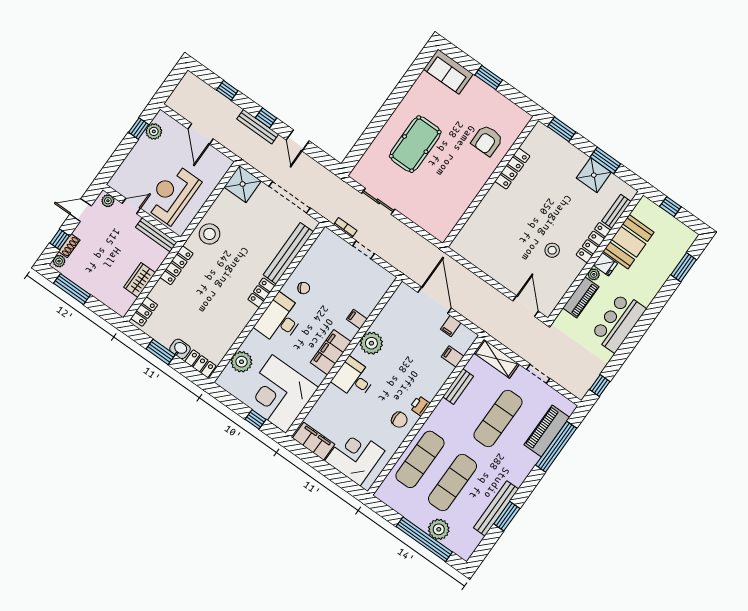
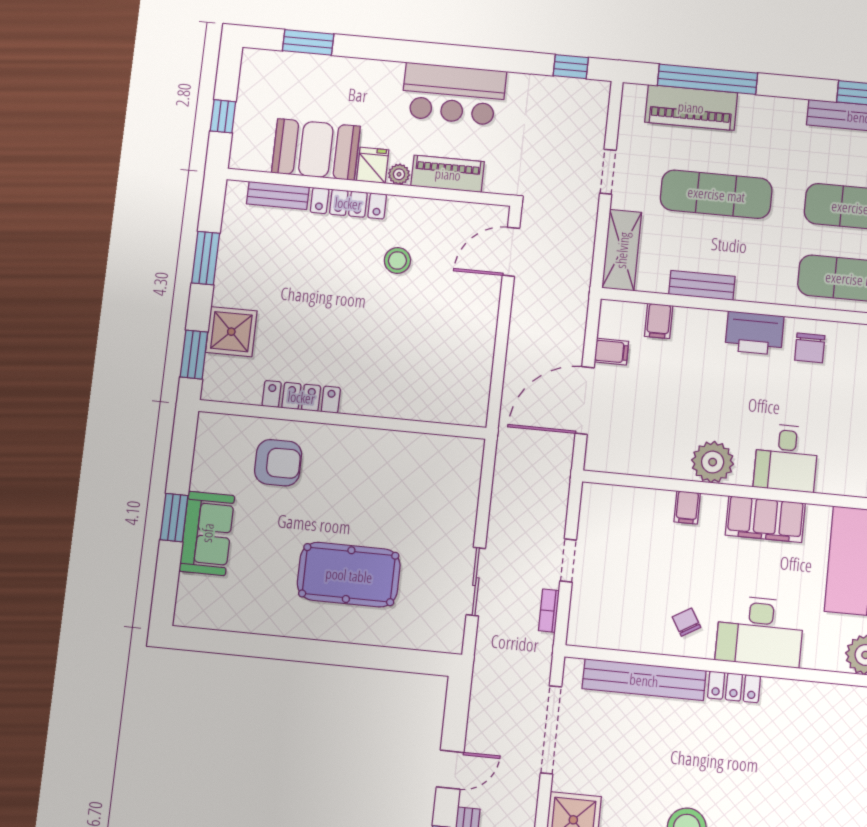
sofa: (448, 72) -> (207, 533), moved
shower: (594, 175) -> (231, 332), moved
printer: (420, 406) -> (754, 333), width x1.87, depth x1.48
chair: (399, 420) -> (810, 348), turned 180

